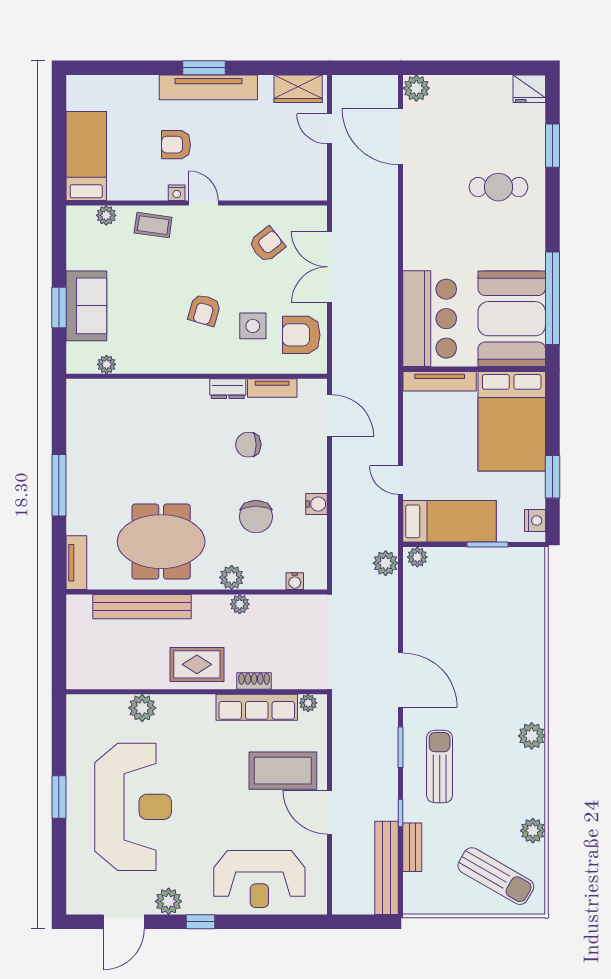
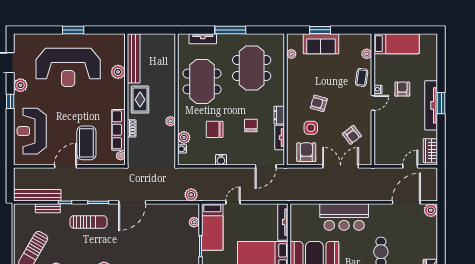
bar counter: (430, 319) -> (344, 217), moved
meeting table: (134, 443) -> (252, 68), added
plant: (417, 557) -> (194, 222), moved
tv unit: (76, 563) -> (203, 39), moved
plant: (232, 577) -> (184, 137), moved
bench: (142, 607) -> (134, 58), moved

